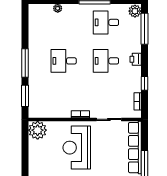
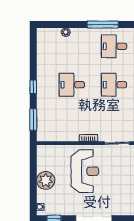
window: (25, 63) -> (33, 87), width x0.46
plant: (38, 130) -> (46, 180), moved
reception desk: (77, 148) -> (85, 171), turned 180

